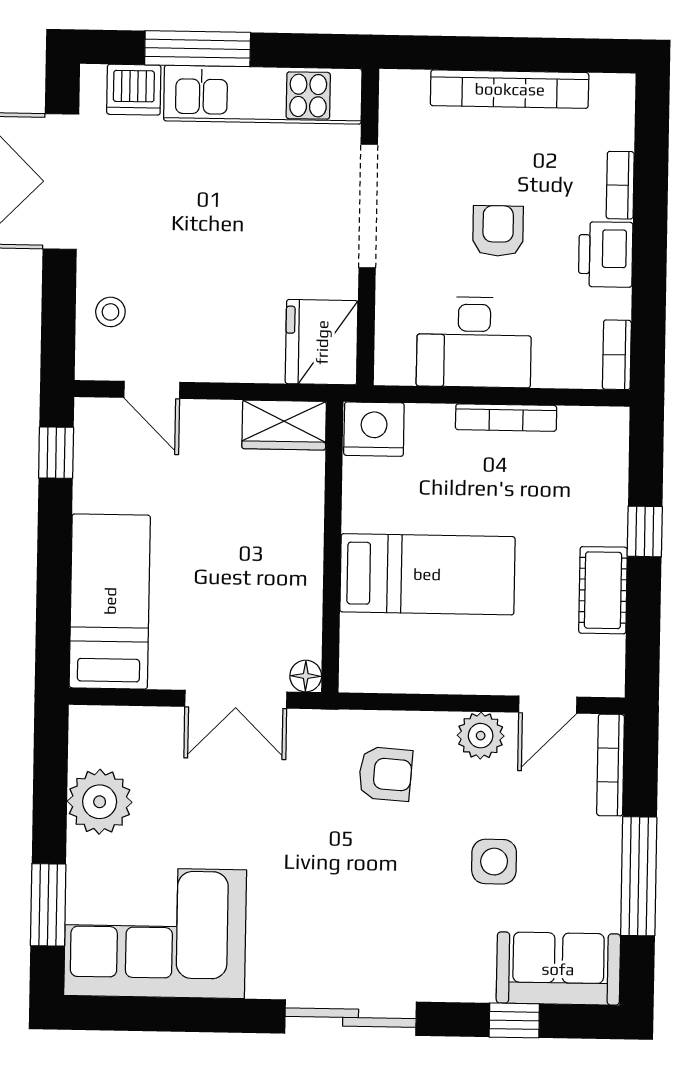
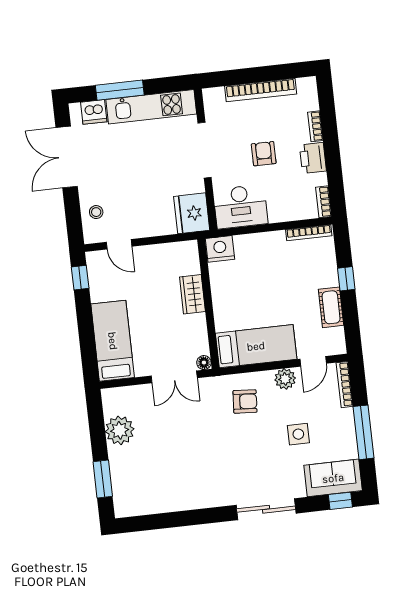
desk: (474, 342) -> (241, 207), moved
bookcase: (506, 418) -> (309, 233), moved
wardrobe: (284, 425) -> (192, 294), moved, turned 90
bed: (427, 574) -> (256, 346), moved
corner sofa: (155, 933) -> (152, 485), removed
sliding door: (351, 1018) -> (266, 509), moved
window: (514, 1020) -> (340, 501), moved

